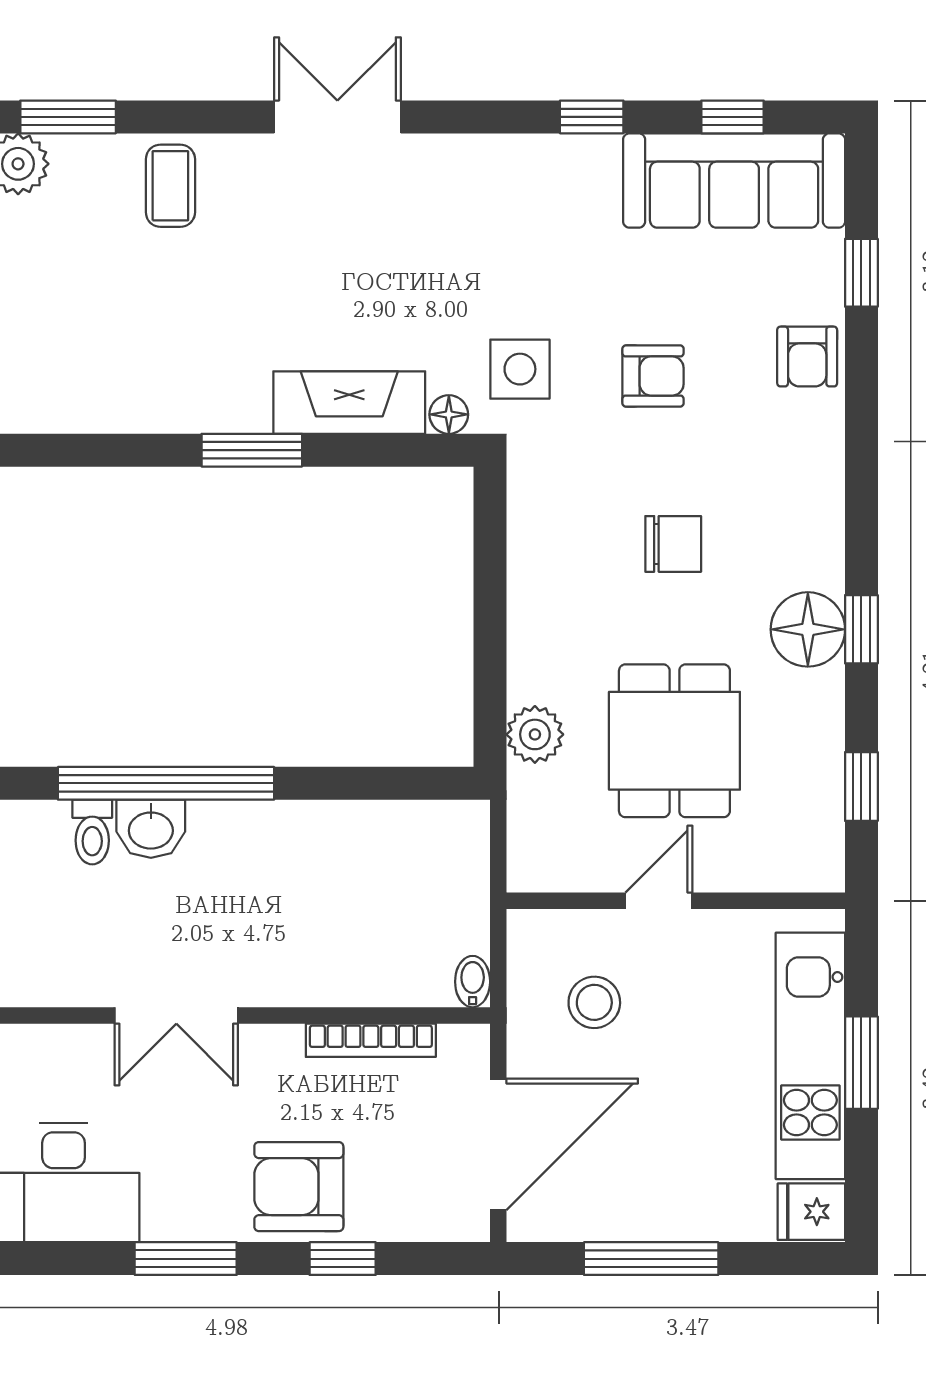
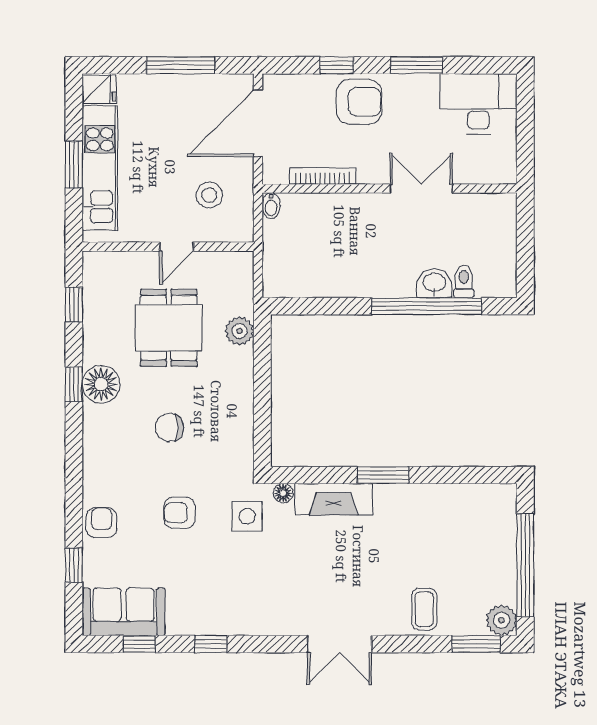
sofa: (734, 181) -> (124, 612), width x0.73

